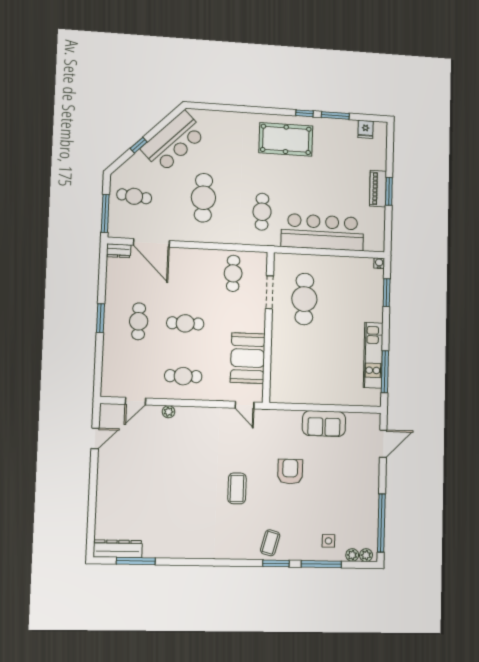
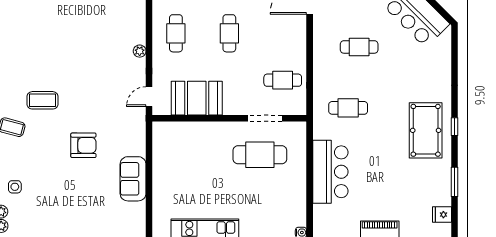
window: (305, 113) -> (455, 127), moved
cafe table: (203, 198) -> (359, 47), width x0.73, depth x0.74
bar counter: (323, 232) -> (330, 172), width x0.73
plant: (169, 412) -> (140, 51), moved
coffee table: (237, 488) -> (42, 100), moved

